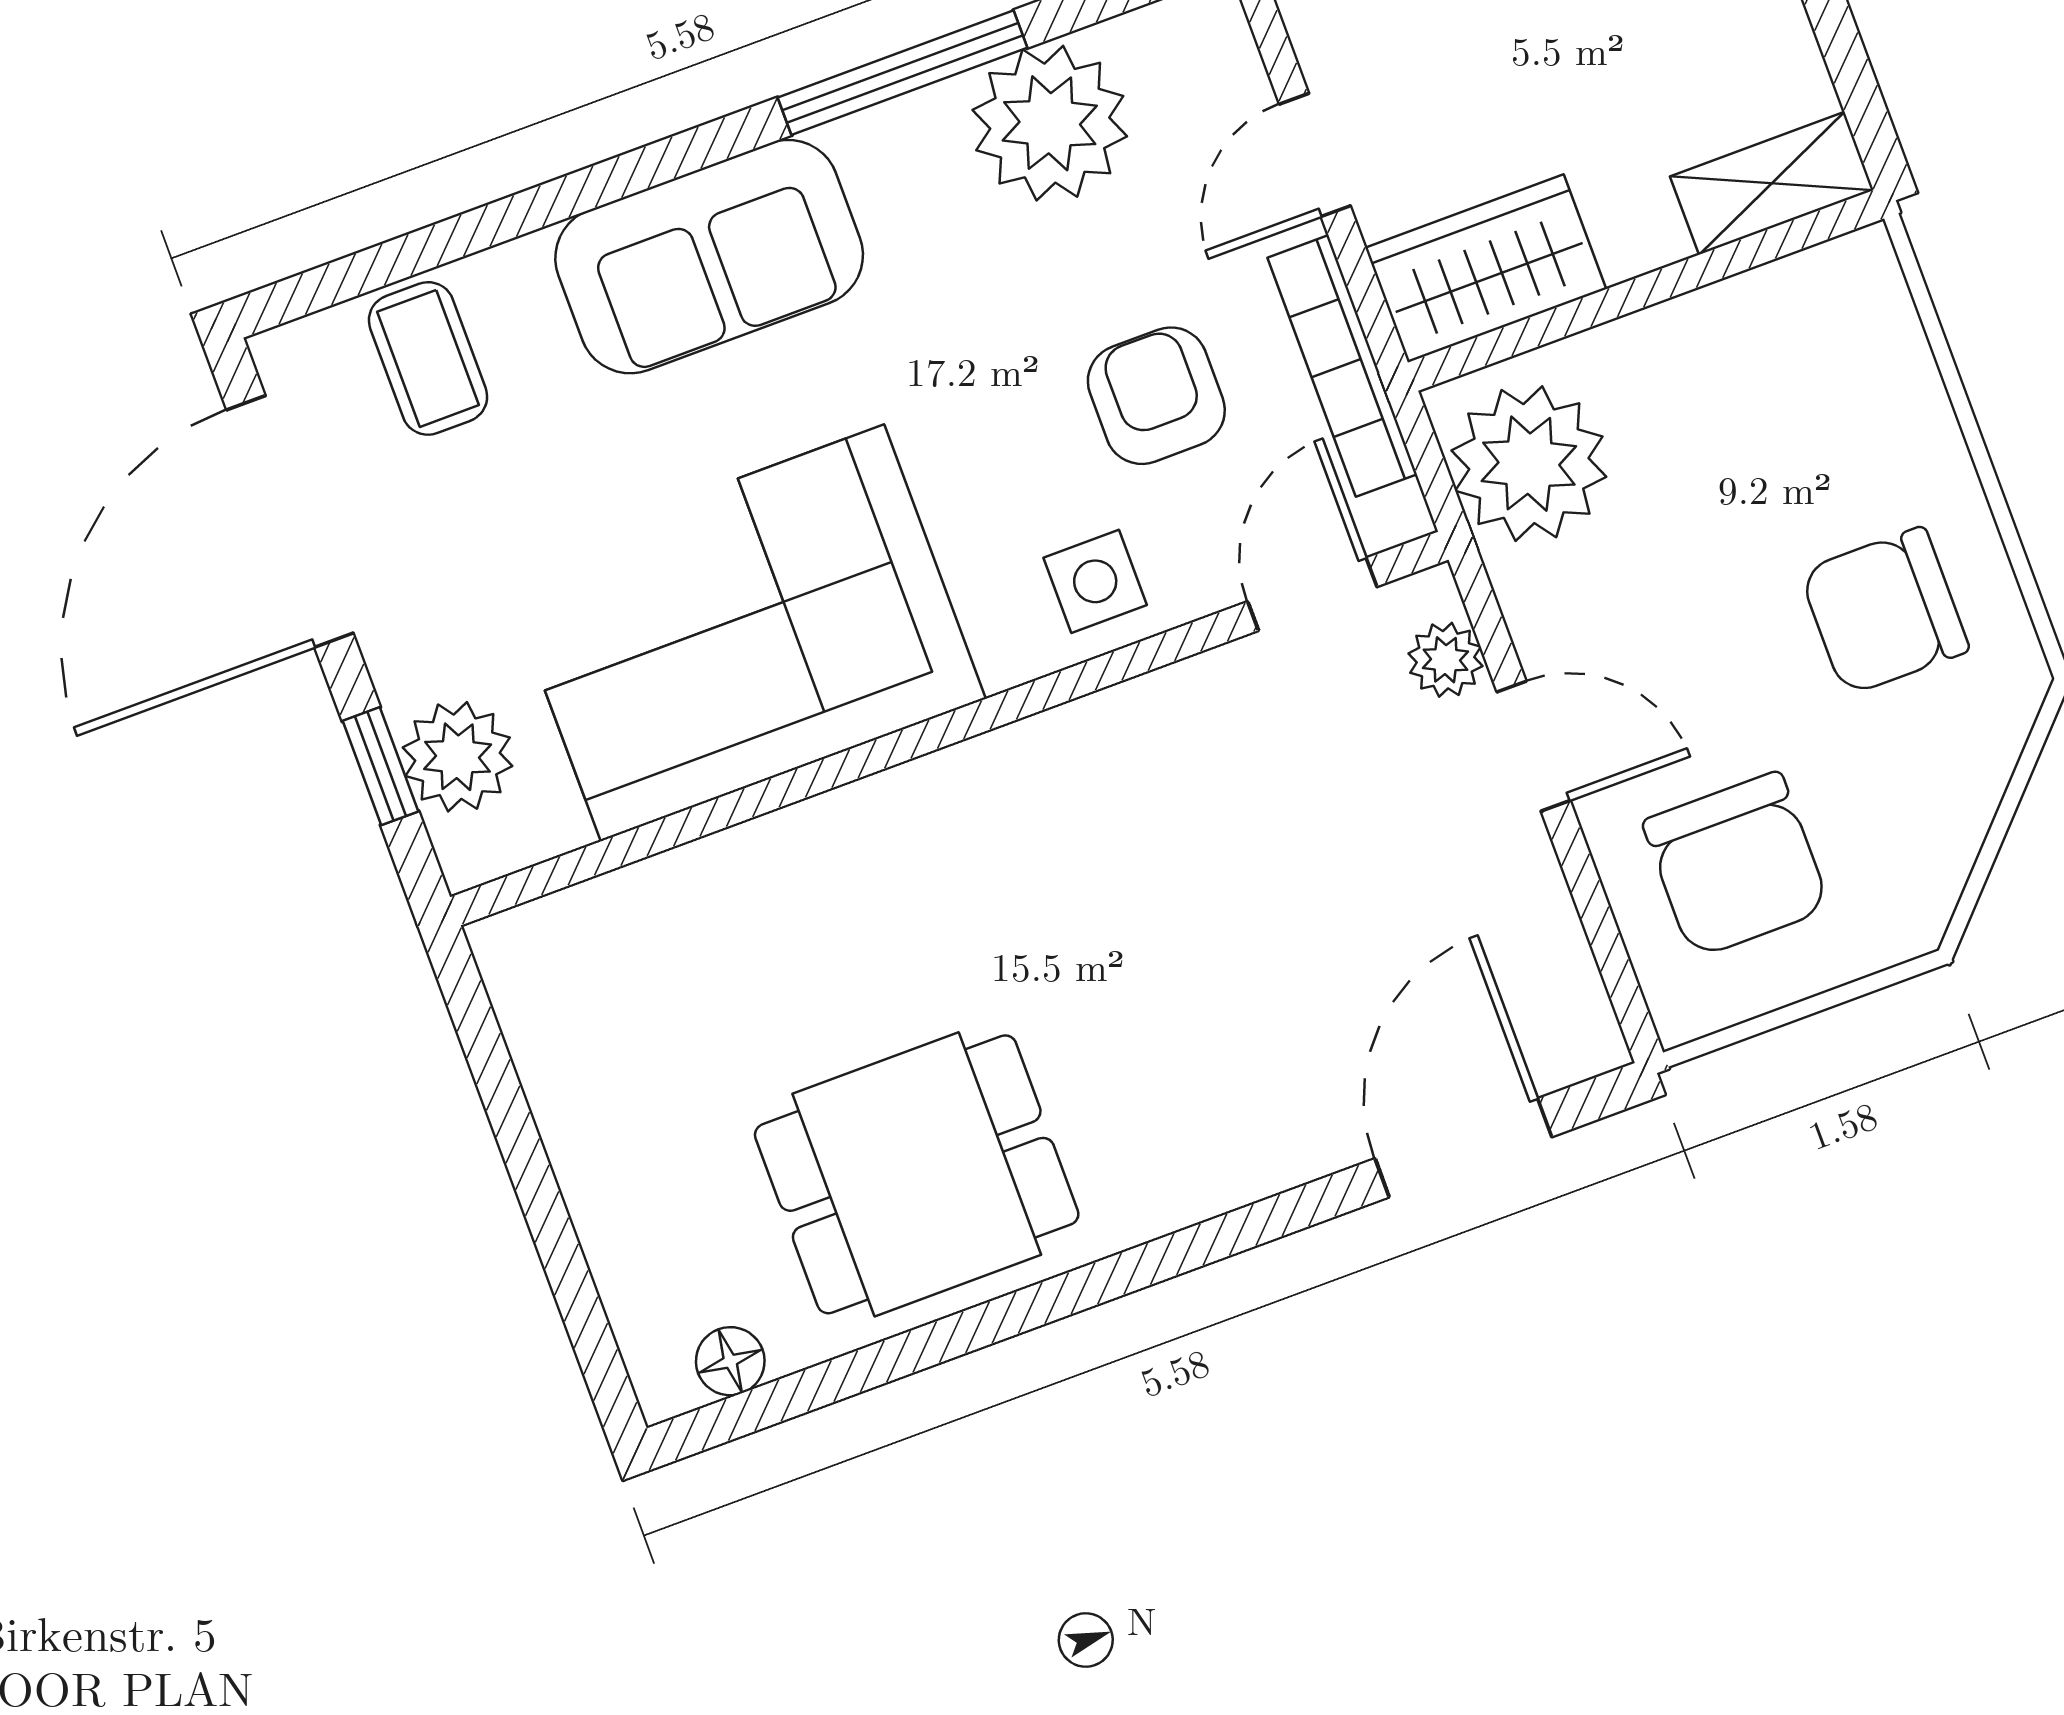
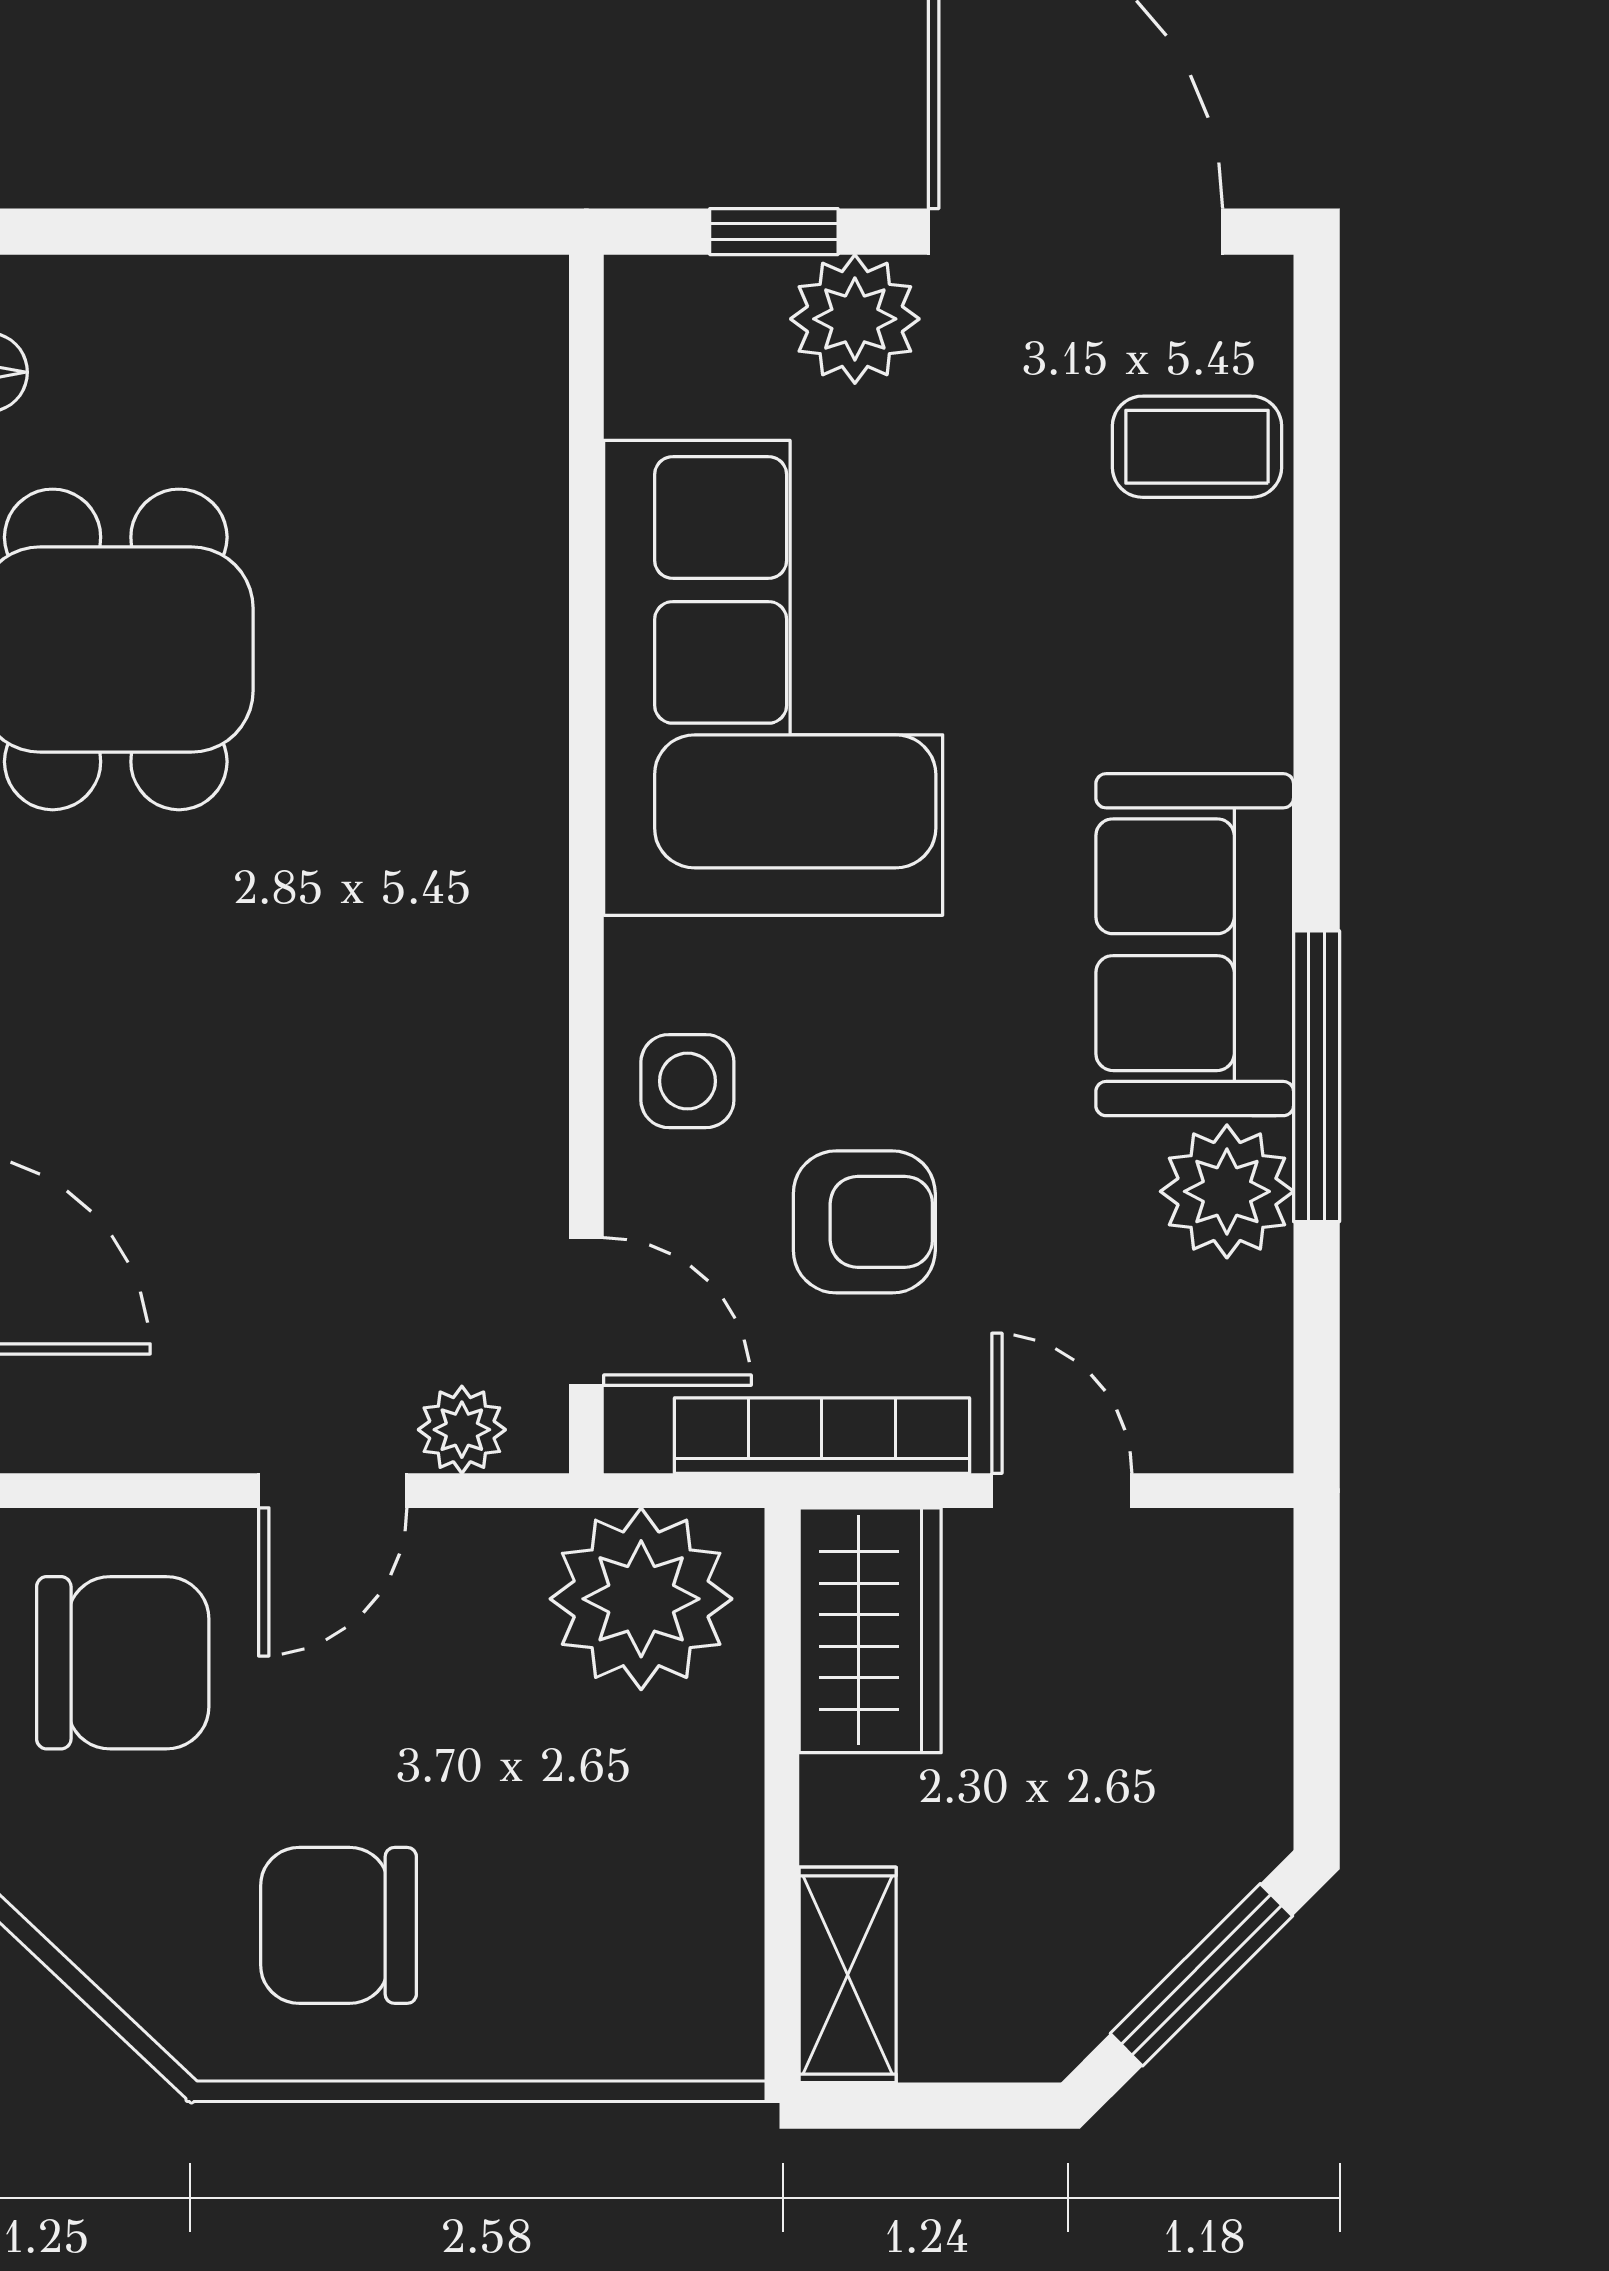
plant: (1050, 123) -> (1227, 1191), width x0.73, depth x0.73
sofa: (709, 257) -> (1195, 945), moved
chair: (1884, 611) -> (338, 1925), turned -90
plant: (458, 757) -> (855, 319), moved
chair: (1736, 865) -> (123, 1663), turned 180

